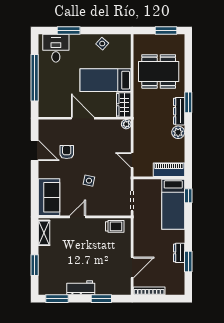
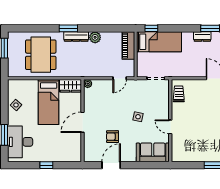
desk: (56, 48) -> (20, 142), width x1.37
window: (35, 78) -> (46, 165), width x0.32
shelving: (44, 233) -> (184, 157), removed

